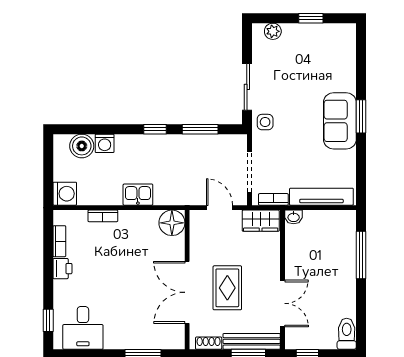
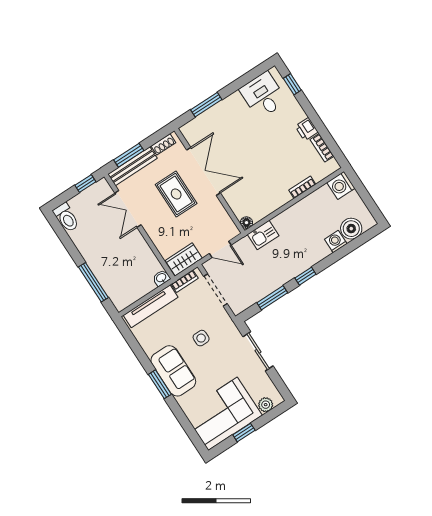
corner sofa: (319, 49) -> (223, 414), added
side table: (265, 122) -> (201, 338), moved
kitchen sink: (138, 195) -> (263, 235), moved
floor lamp: (172, 223) -> (246, 223), width x0.53, depth x0.53

